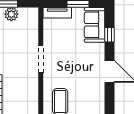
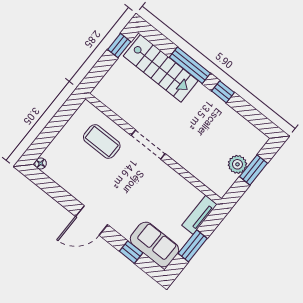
doorway: (41, 59) -> (148, 145), moved

